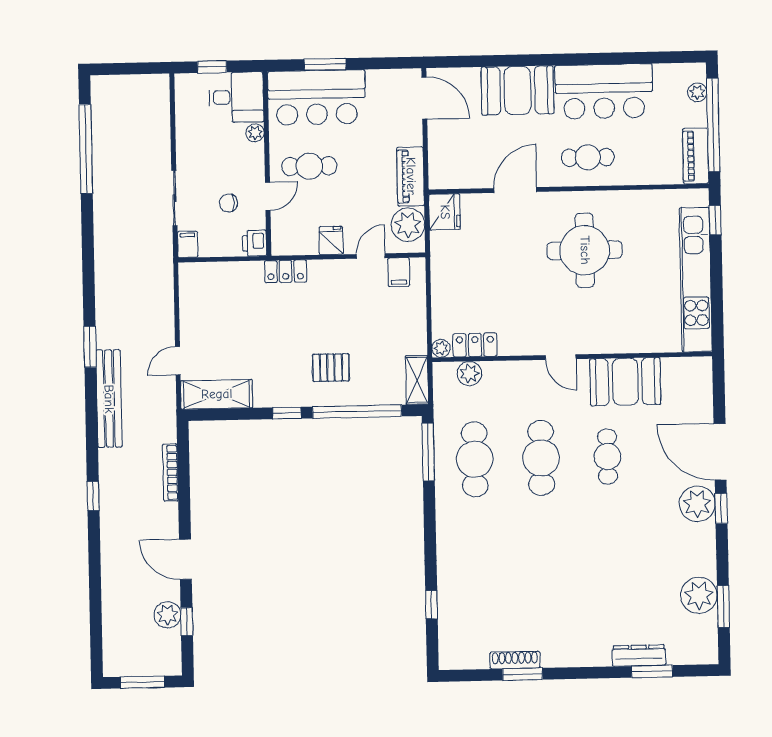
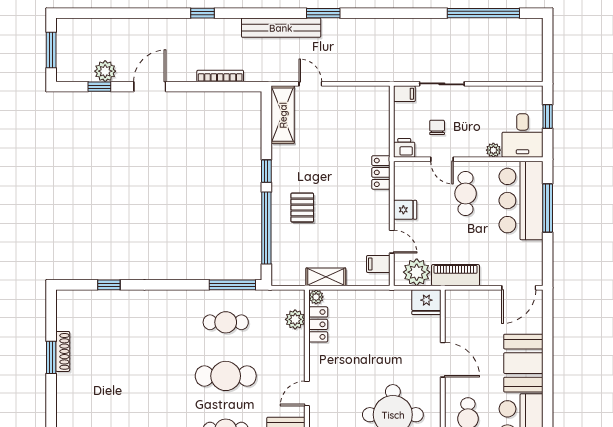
window: (325, 64) -> (548, 208), width x1.44
shelving: (417, 380) -> (326, 277), moved
cafe table: (475, 459) -> (226, 322), width x0.73, depth x0.74

